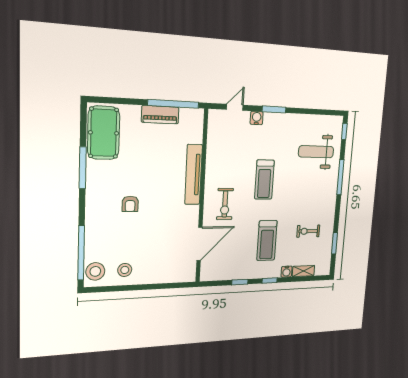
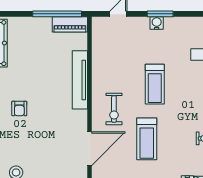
piano: (160, 115) -> (70, 24), moved
water cooler: (257, 118) -> (157, 23), moved
treadmill: (267, 241) -> (147, 139), moved

